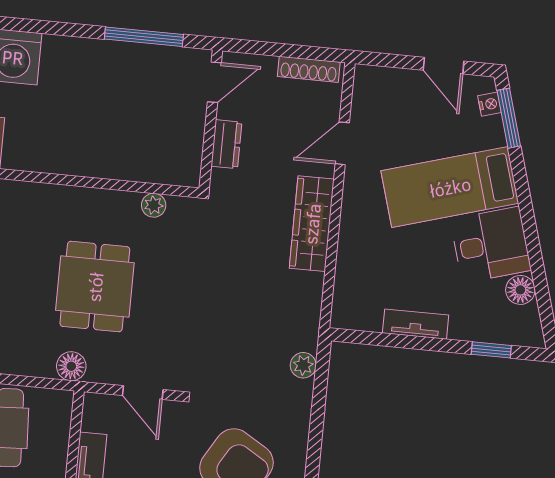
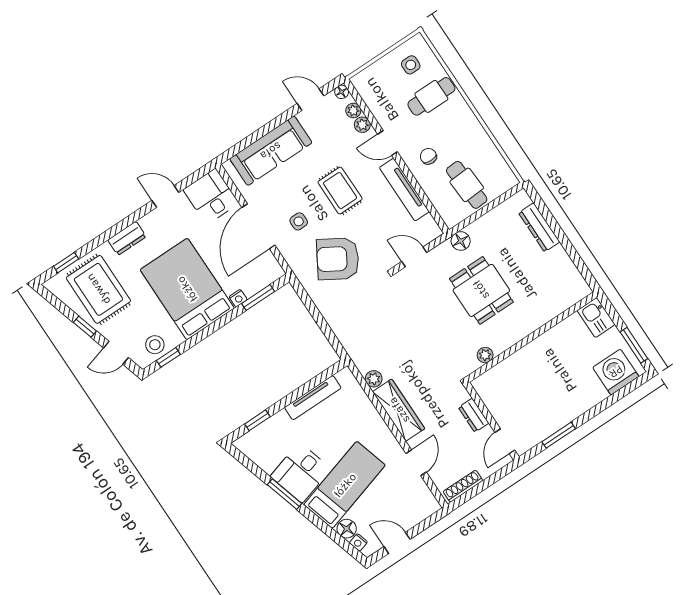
window: (144, 37) -> (559, 435), width x0.69
window: (509, 118) -> (285, 494), moved
floor lamp: (520, 290) -> (347, 529), moved
tv unit: (416, 324) -> (313, 398), width x1.41
plant: (303, 365) -> (374, 379), moved

